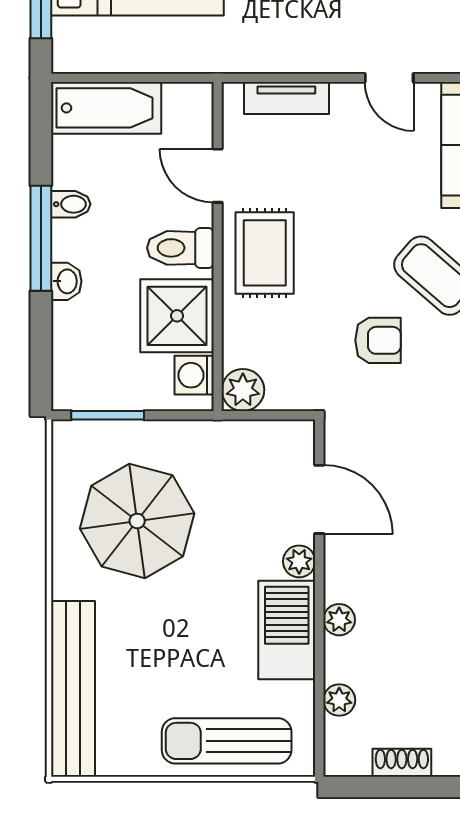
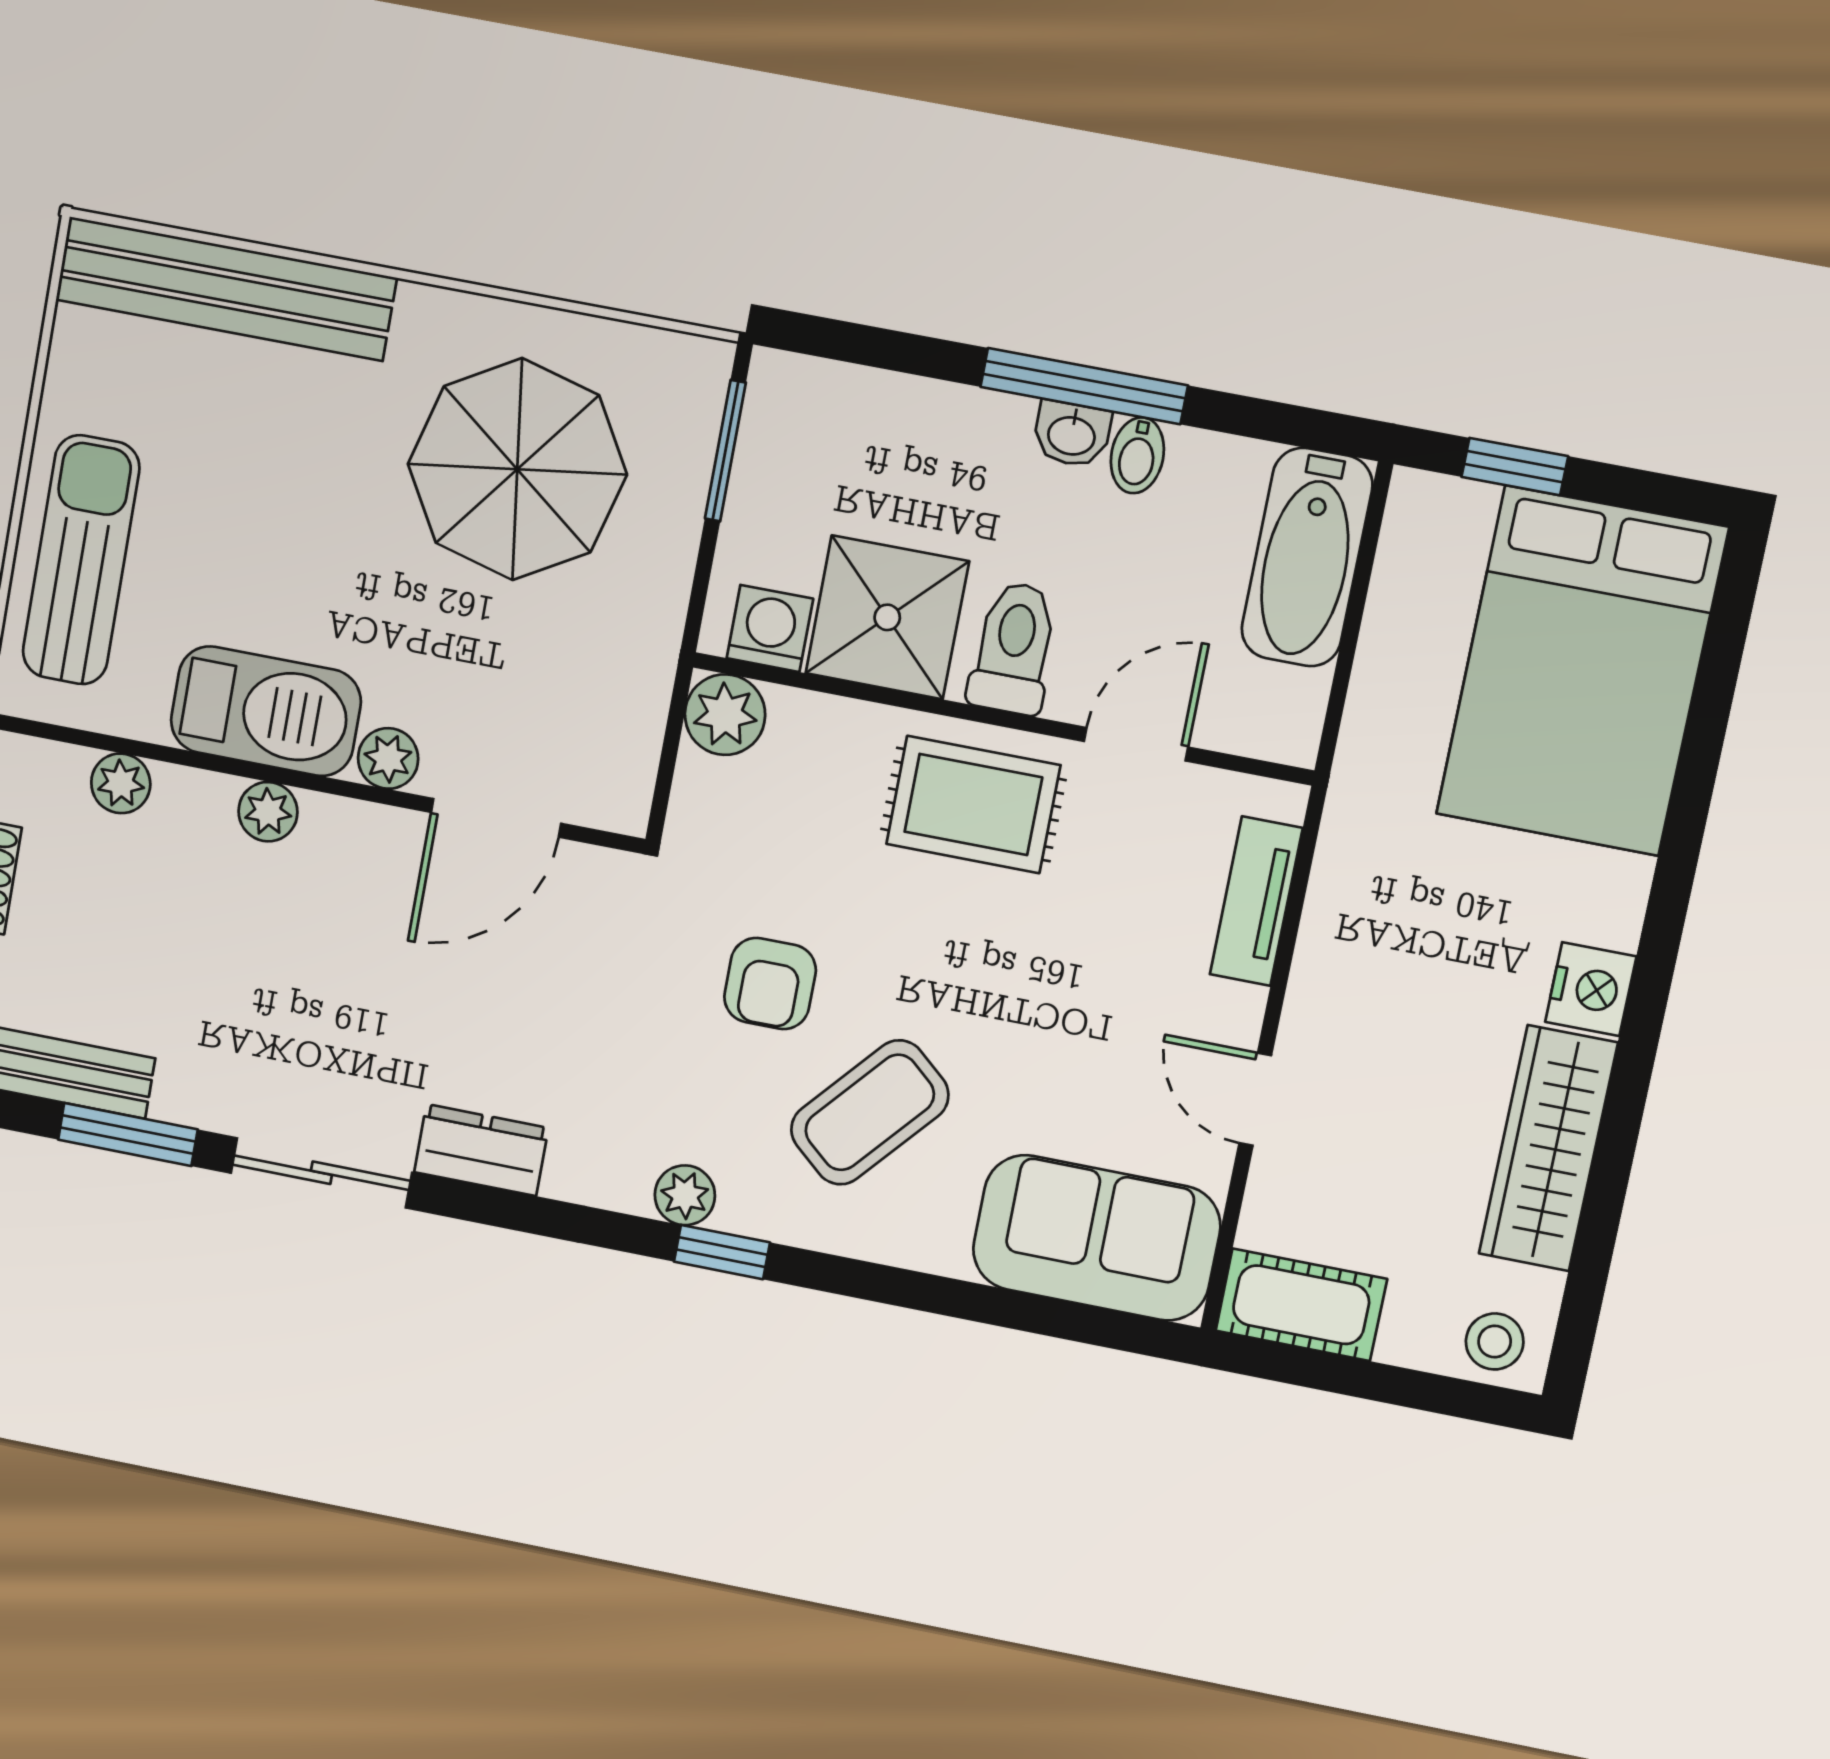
door: (389, 78) -> (1255, 1099), hinge flipped
washbasin: (66, 281) -> (1072, 434), moved

